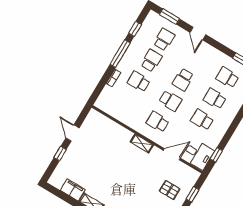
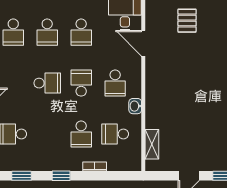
window: (120, 54) -> (61, 176), width x0.46
school desk: (151, 61) -> (115, 134), moved
washbasin: (136, 126) -> (135, 106), added
shelving: (142, 143) -> (152, 144), moved

